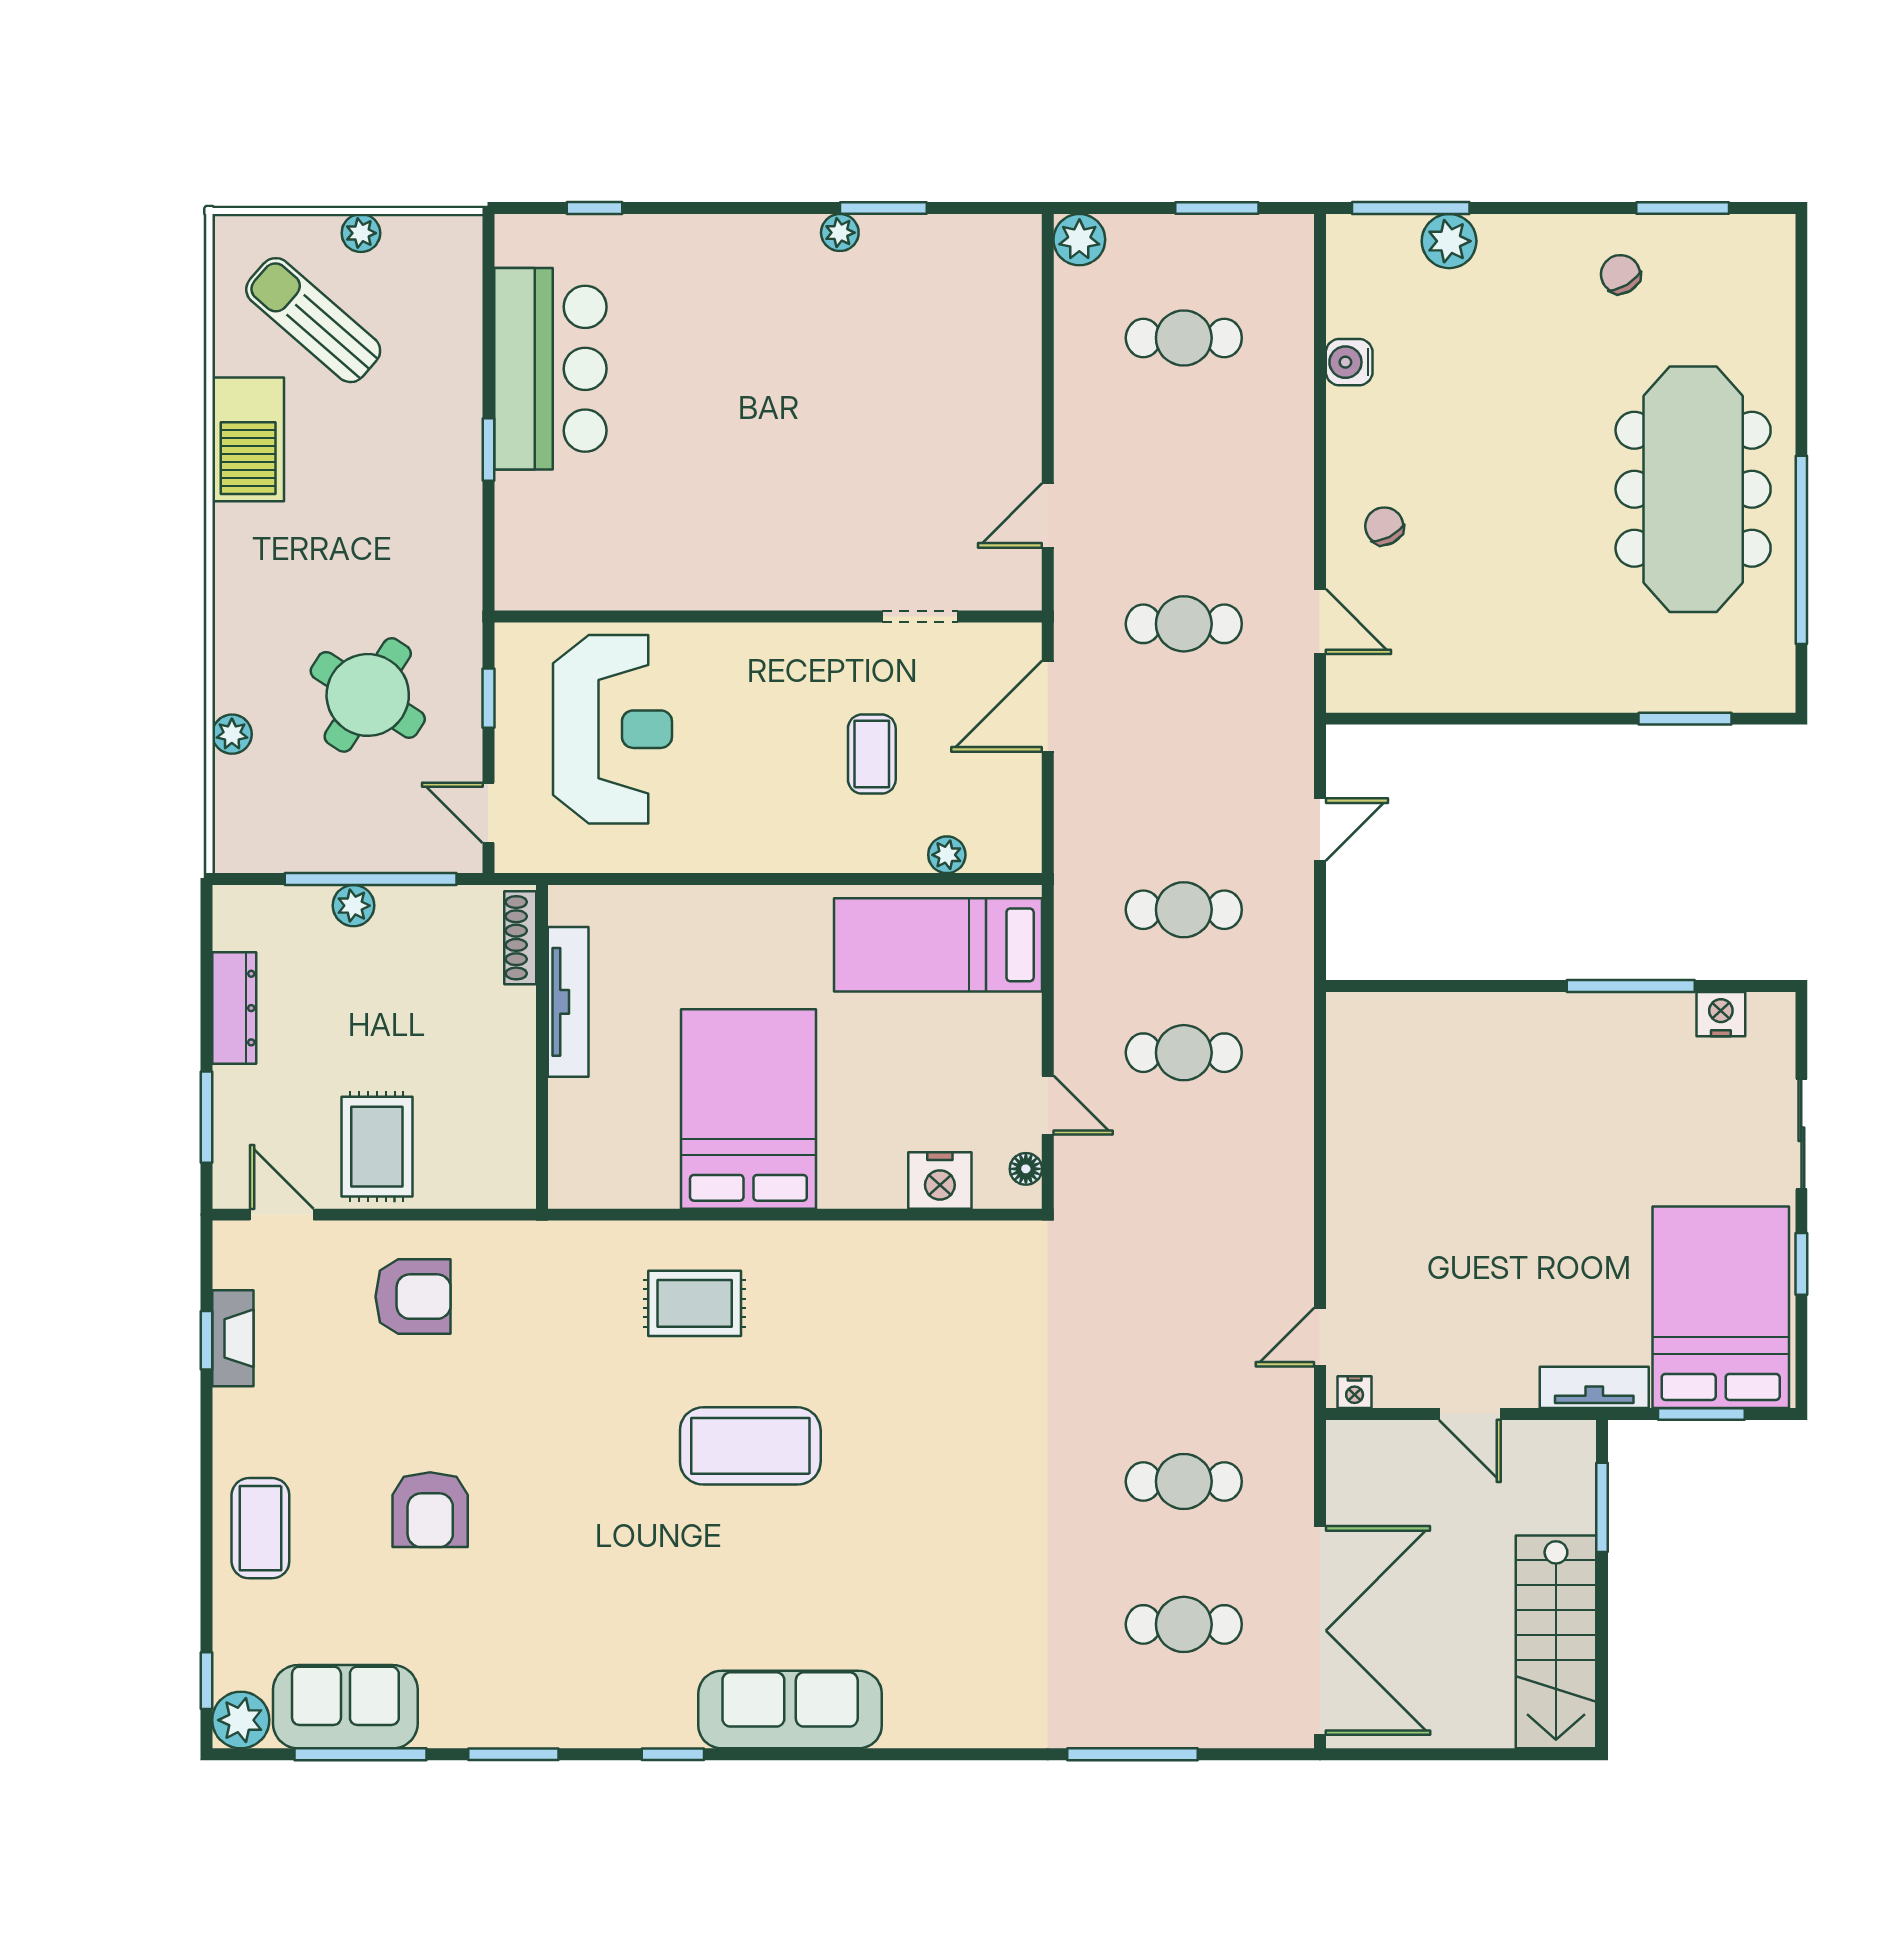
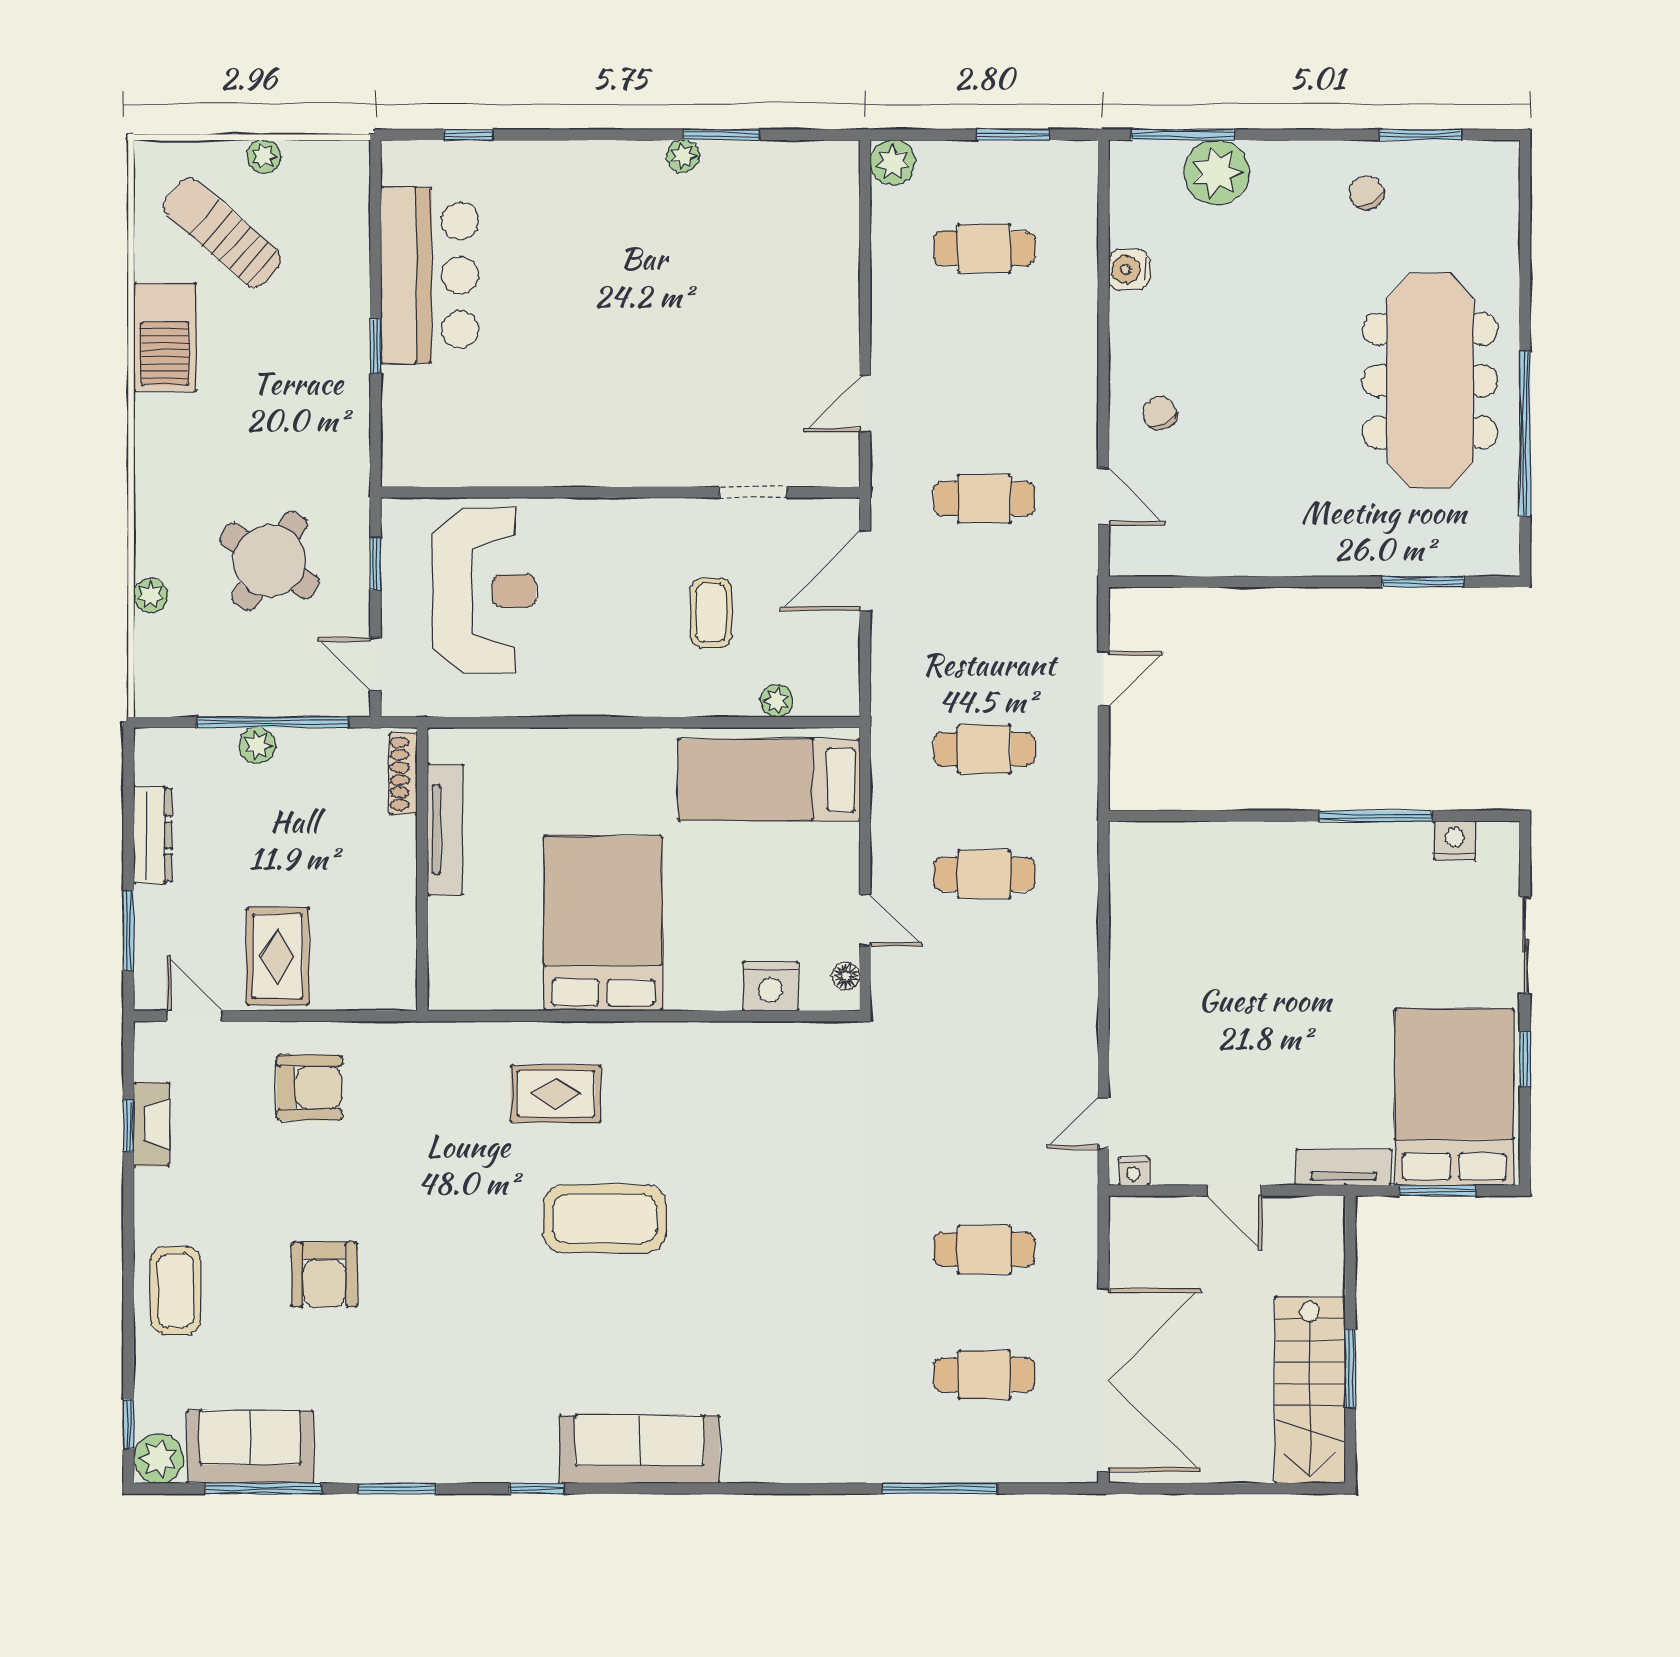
plant: (1449, 241) -> (1216, 172), width x1.36, depth x1.36
window: (1602, 1507) -> (1350, 1368), moved

